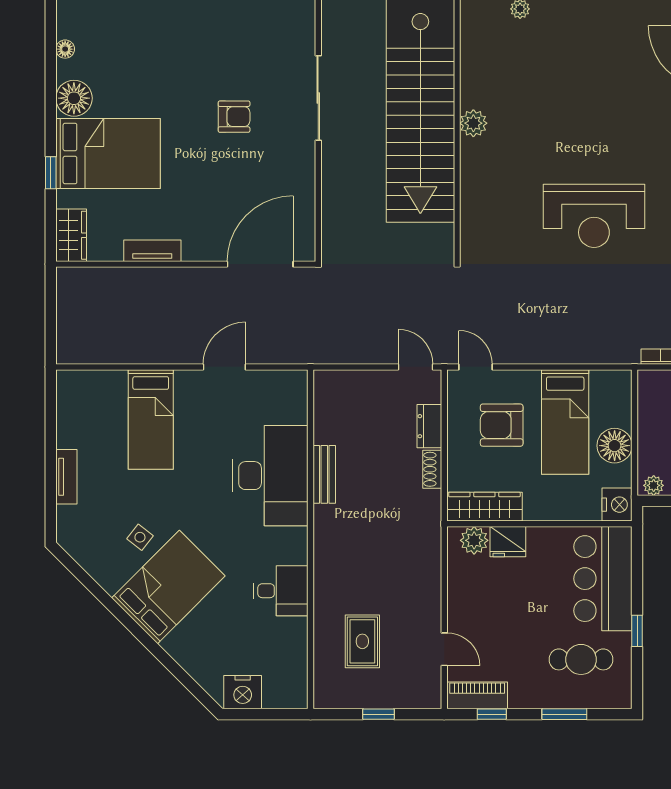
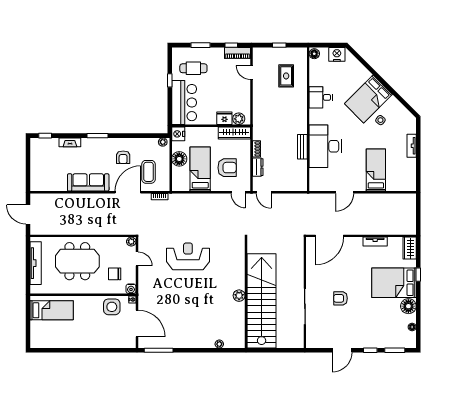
floor lamp: (296, 694) -> (314, 54), added

